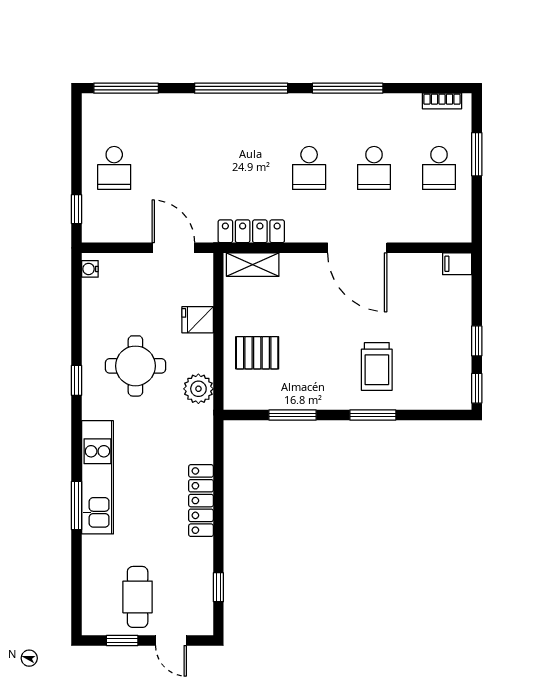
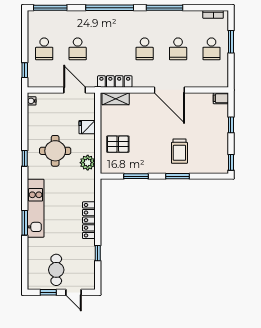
school desk: (179, 168) -> (78, 49), added
window: (477, 341) -> (231, 125), moved
window: (218, 587) -> (98, 253), moved

